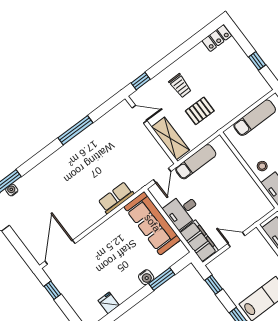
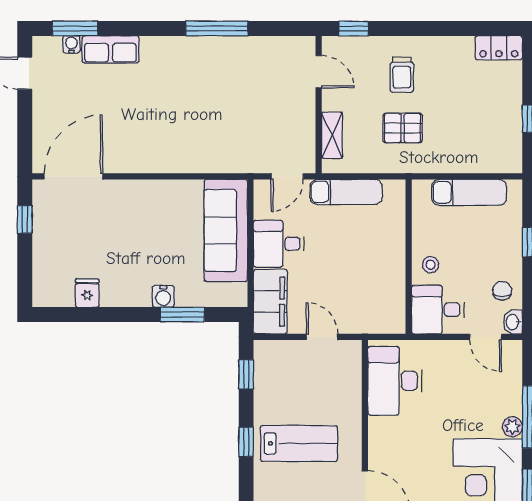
shelving: (170, 139) -> (332, 135), width x0.67, depth x0.75
row of seats: (116, 198) -> (110, 49), moved, turned 180

